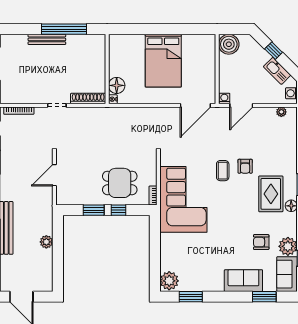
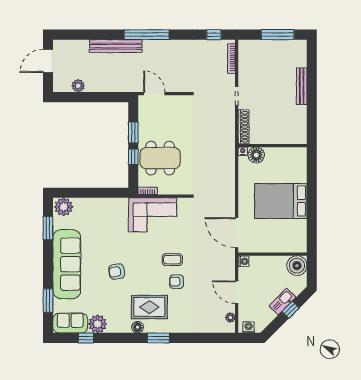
window: (64, 29) -> (312, 103), removed
kitchen sink: (277, 71) -> (282, 301), moved
door: (241, 105) -> (237, 292), moved
door: (54, 175) -> (154, 94), moved
dining table: (120, 183) -> (160, 158), width x1.37
corner sofa: (183, 199) -> (153, 215), width x0.73, depth x0.74
plant: (46, 242) -> (78, 86), moved
armchair: (261, 242) -> (117, 272), moved, turned -99
sofa: (243, 281) -> (67, 264), width x1.85, depth x1.27

